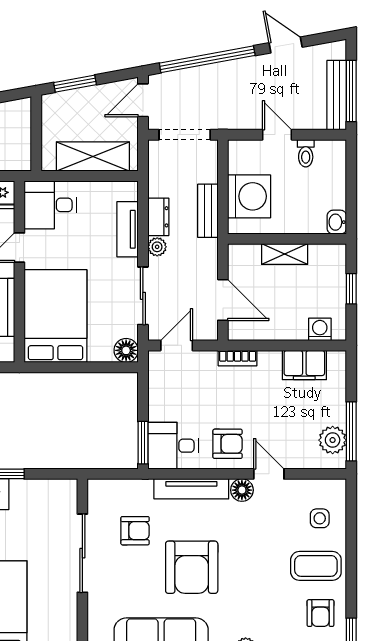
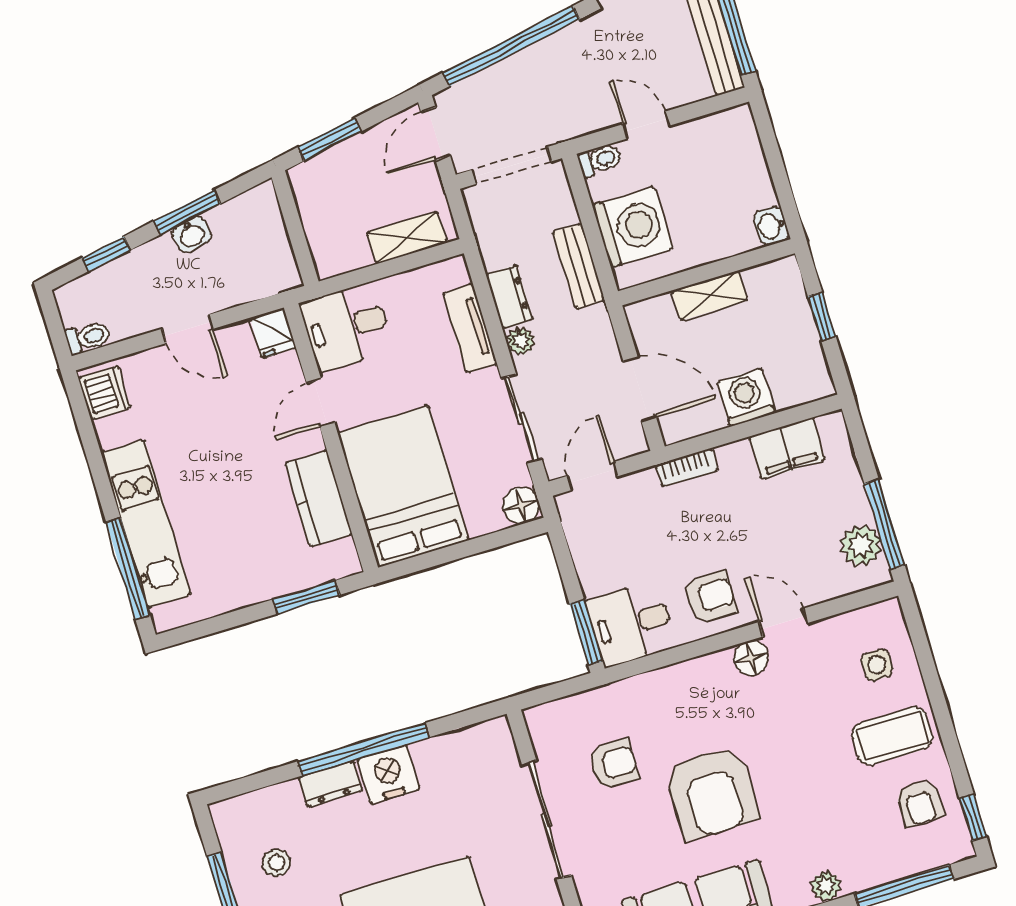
toilet: (306, 153) -> (600, 160), moved, turned -90
shelving: (93, 156) -> (407, 238), width x0.67, depth x0.75
washing machine: (320, 329) -> (746, 397), moved, width x1.38, depth x1.38
tv unit: (191, 489) -> (677, 678), removed

